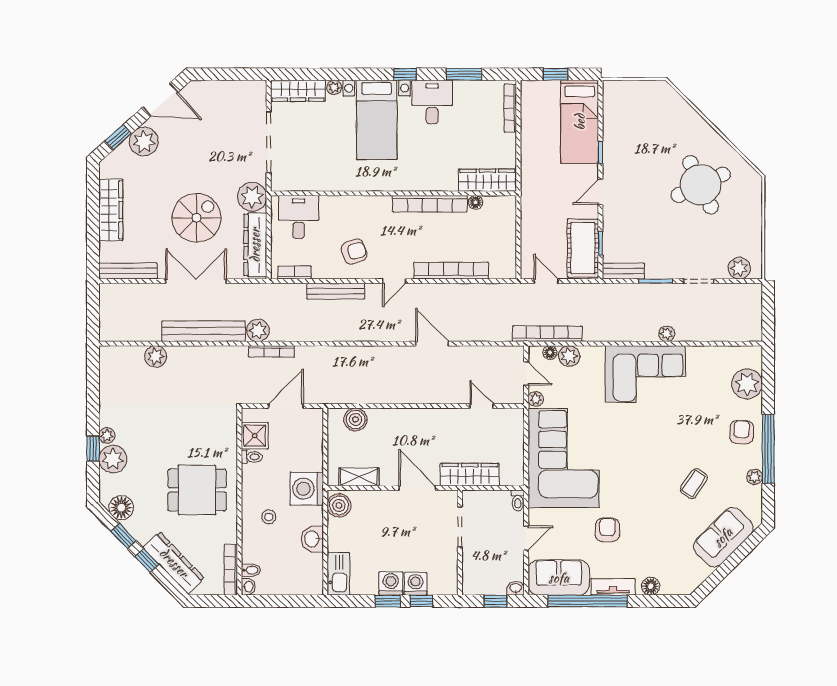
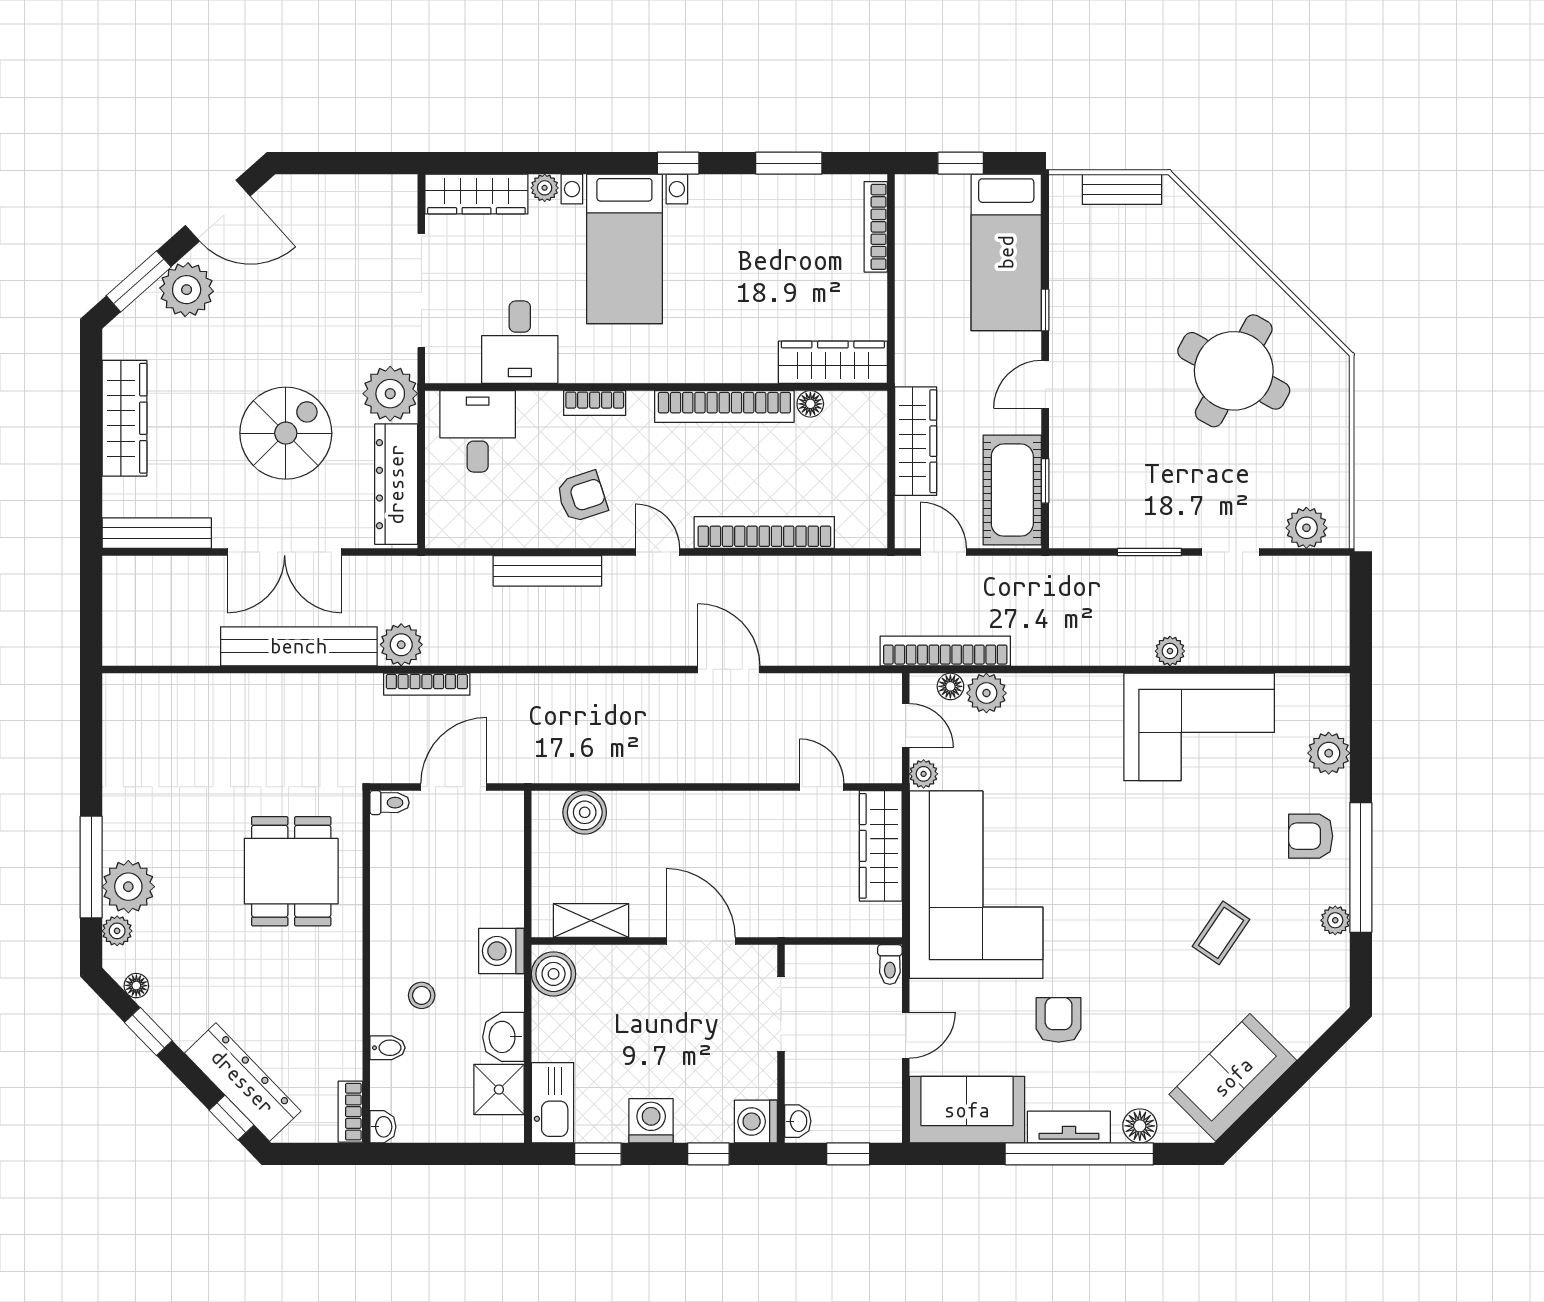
desk: (432, 102) -> (520, 342), moved, turned 180
window: (118, 137) -> (139, 281), width x1.50
round table: (701, 185) -> (1234, 371), turned -36
wardrobe: (532, 222) -> (916, 441), added
bench: (623, 271) -> (1122, 189), moved
bookcase: (295, 273) -> (595, 403), moved, turned 180
double door: (196, 281) -> (285, 552), swing flipped
door: (394, 281) -> (657, 552), swing flipped
plant: (156, 356) -> (209, 694), removed
corner sofa: (645, 374) -> (1199, 727), moved
plant: (747, 384) -> (1329, 753), width x0.73, depth x0.73
armchair: (742, 432) -> (1311, 836), turned -94
plant: (107, 435) -> (117, 931), moved
shower: (255, 436) -> (499, 1089), moved
window: (93, 449) -> (91, 867), width x2.17
toilet: (252, 457) -> (390, 803), moved
wardrobe: (470, 475) -> (881, 846), moved, turned -90
washing machine: (307, 489) -> (501, 951), width x0.73, depth x0.73
dining table: (197, 490) -> (291, 871), moved, turned 90
floor lamp: (121, 508) -> (136, 986), width x0.53, depth x0.53
sofa: (723, 537) -> (1233, 1077), moved
window: (147, 560) -> (231, 1118), moved
bookcase: (231, 570) -> (350, 1112), width x0.64
bidet: (251, 570) -> (388, 1048), moved
washing machine: (416, 584) -> (756, 1121), moved, turned -90
washbasin: (516, 588) -> (798, 1121), moved, turned 90
window: (388, 601) -> (598, 1154), moved
window: (588, 601) -> (1079, 1154), moved

